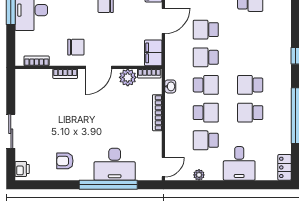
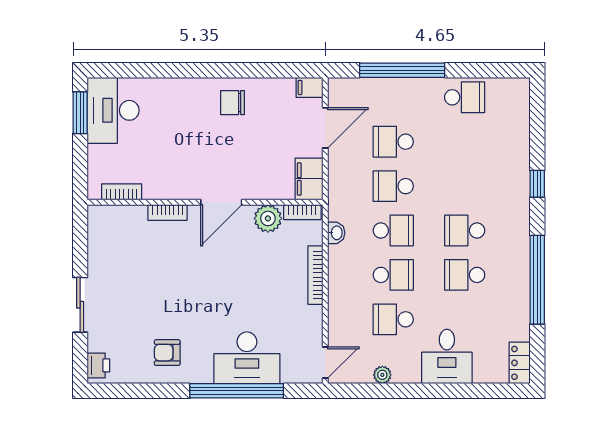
chair: (76, 47) -> (185, 170), removed

